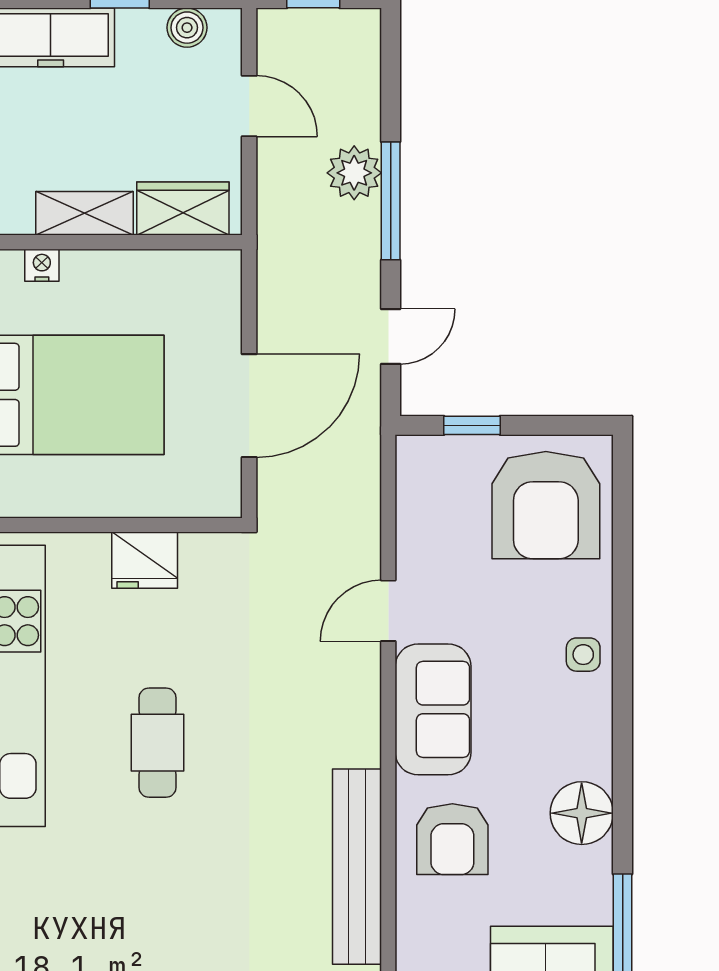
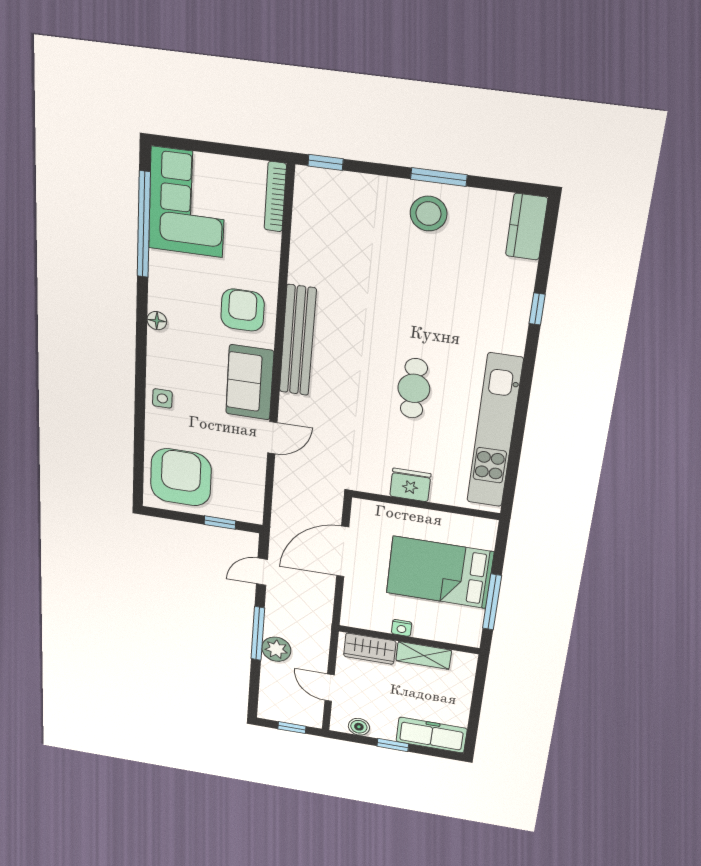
nightstand: (42, 265) -> (402, 628), moved
floor lamp: (582, 813) -> (157, 321), width x0.53, depth x0.53
bench: (357, 867) -> (298, 340), moved

